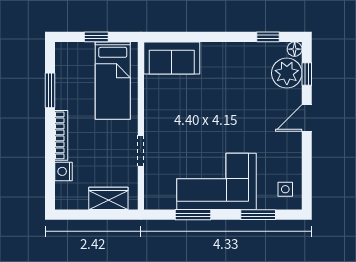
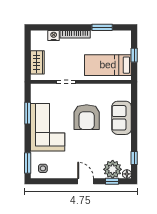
sofa: (172, 58) -> (122, 118), moved
armchair: (200, 116) -> (87, 117), added
window: (258, 215) -> (28, 163), moved

